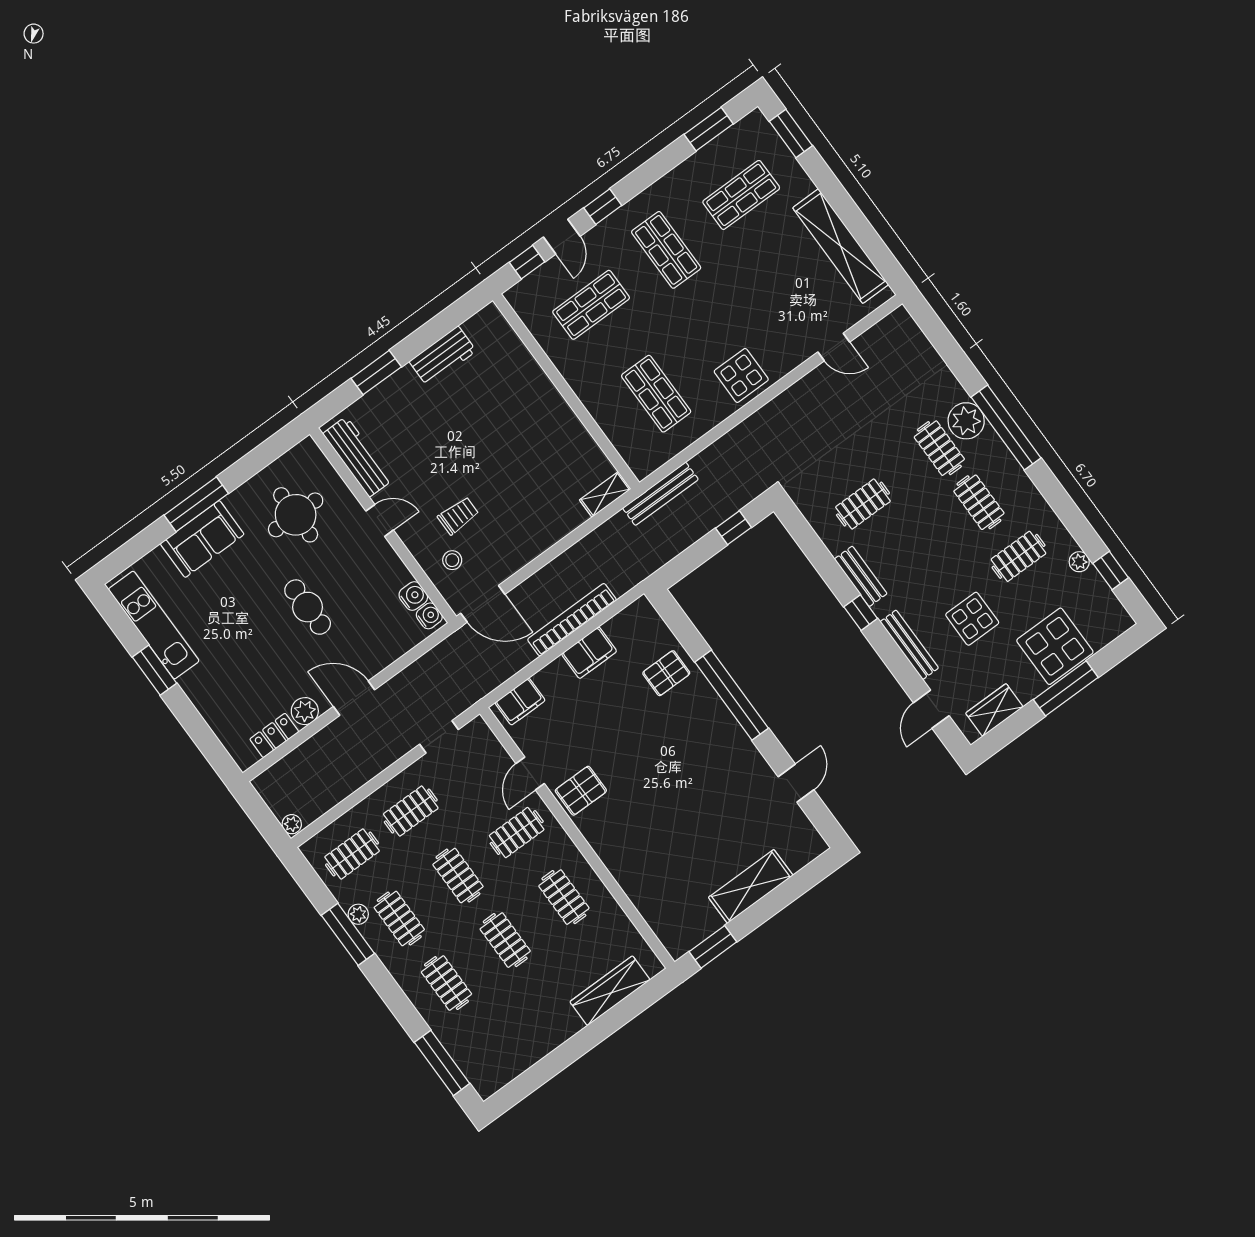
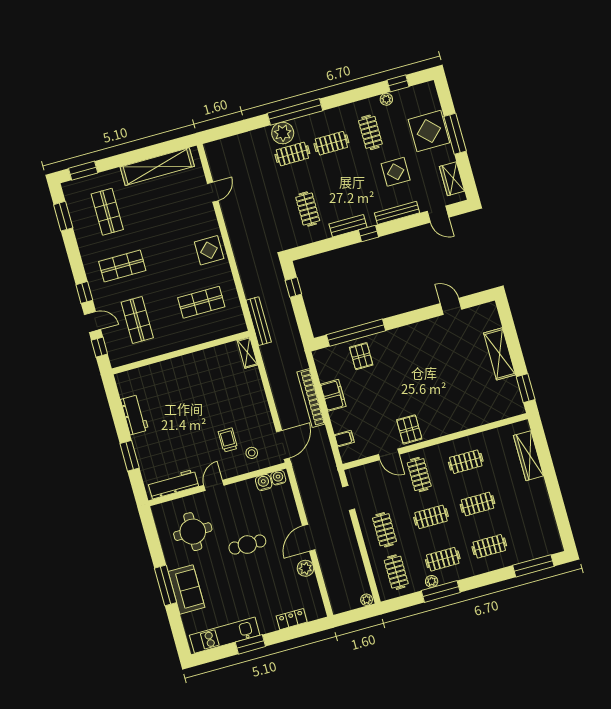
window: (732, 695) -> (356, 333), moved
filing cabinet: (520, 702) -> (344, 439), width x0.50
locker: (274, 735) -> (292, 619), moved, turned 90

